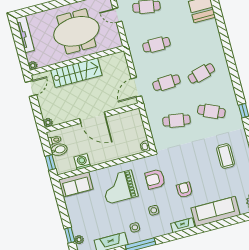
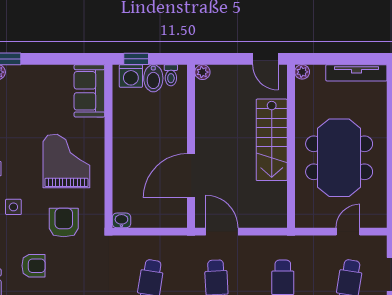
door: (93, 118) -> (191, 176), moved
washing machine: (82, 162) -> (131, 76), moved, turned 90

